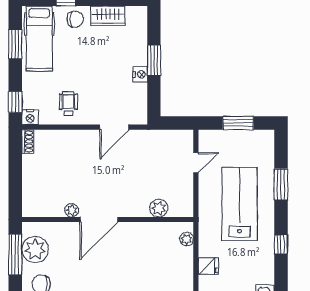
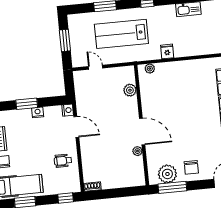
nightstand: (30, 117) -> (68, 110), moved

